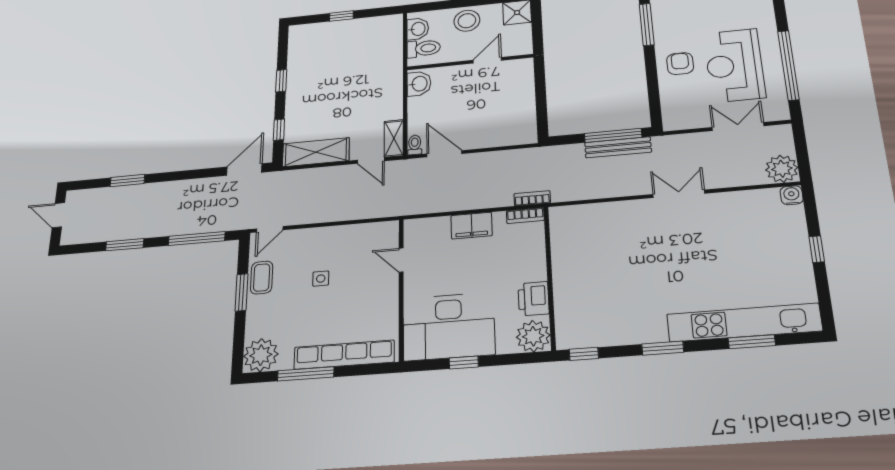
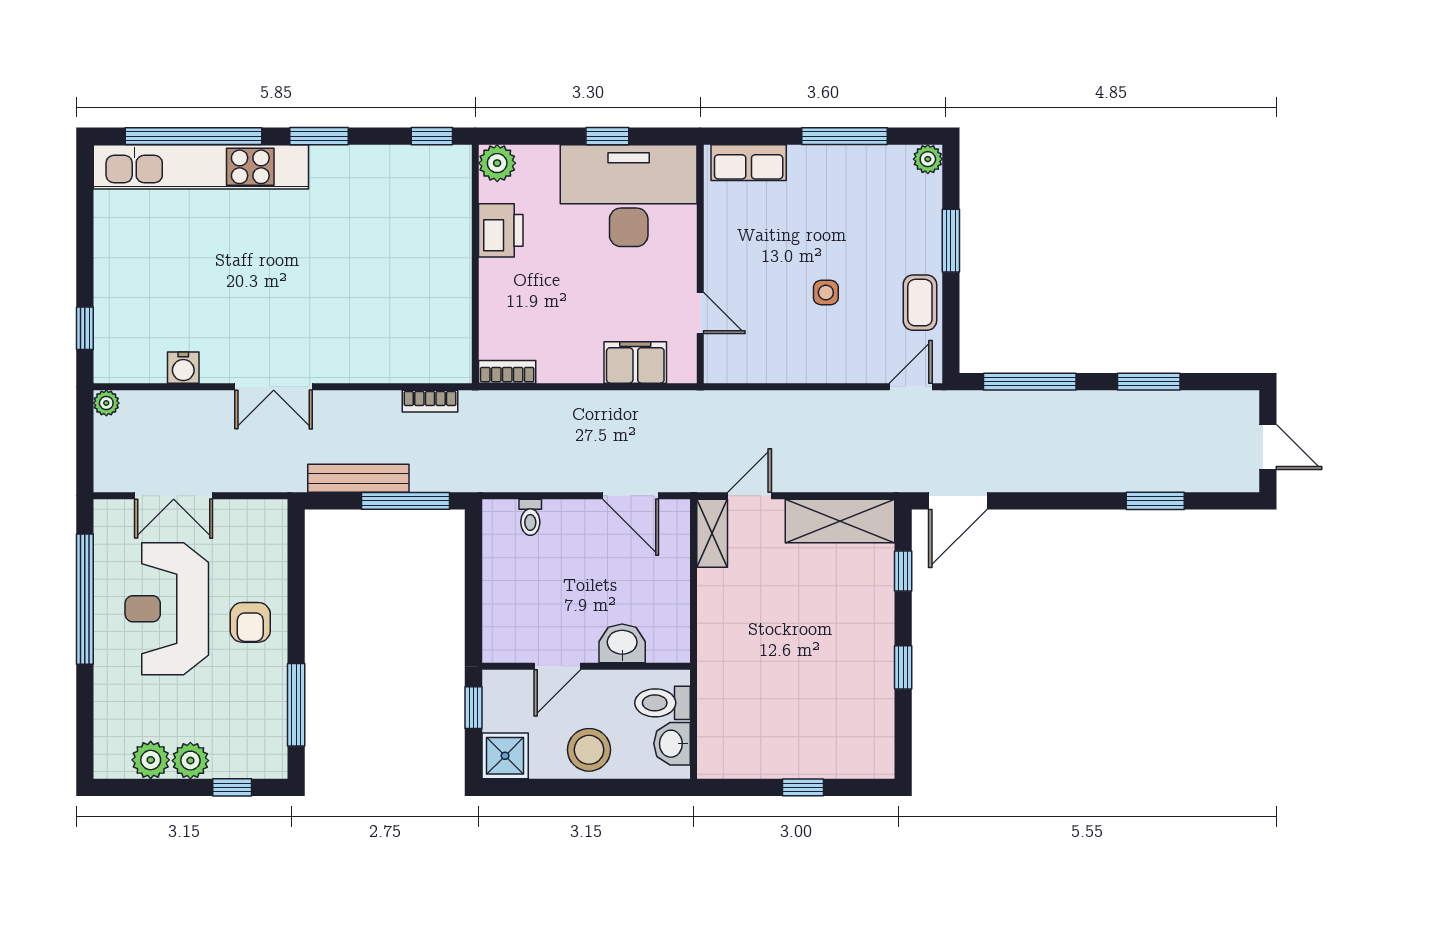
window: (537, 34) -> (474, 708), added
reception desk: (734, 65) -> (167, 609), turned 180
washbasin: (419, 84) -> (622, 643), moved, turned 90
window: (613, 135) -> (406, 501), moved
toilet: (415, 145) -> (530, 517), moved
door: (371, 161) -> (749, 496), hinge flipped
plant: (782, 169) -> (106, 403), width x0.53, depth x0.53
water cooler: (792, 195) -> (183, 368), moved
bookcase: (532, 198) -> (430, 401), moved
filing cabinet: (472, 226) -> (635, 362), moved
window: (817, 249) -> (85, 328), moved
window: (241, 292) -> (951, 241), moved
plant: (533, 336) -> (497, 163), width x0.73, depth x0.73
window: (752, 342) -> (194, 136), width x2.11
plant: (261, 355) -> (928, 159), width x0.53, depth x0.53
row of seats: (344, 355) -> (749, 163), width x0.50

